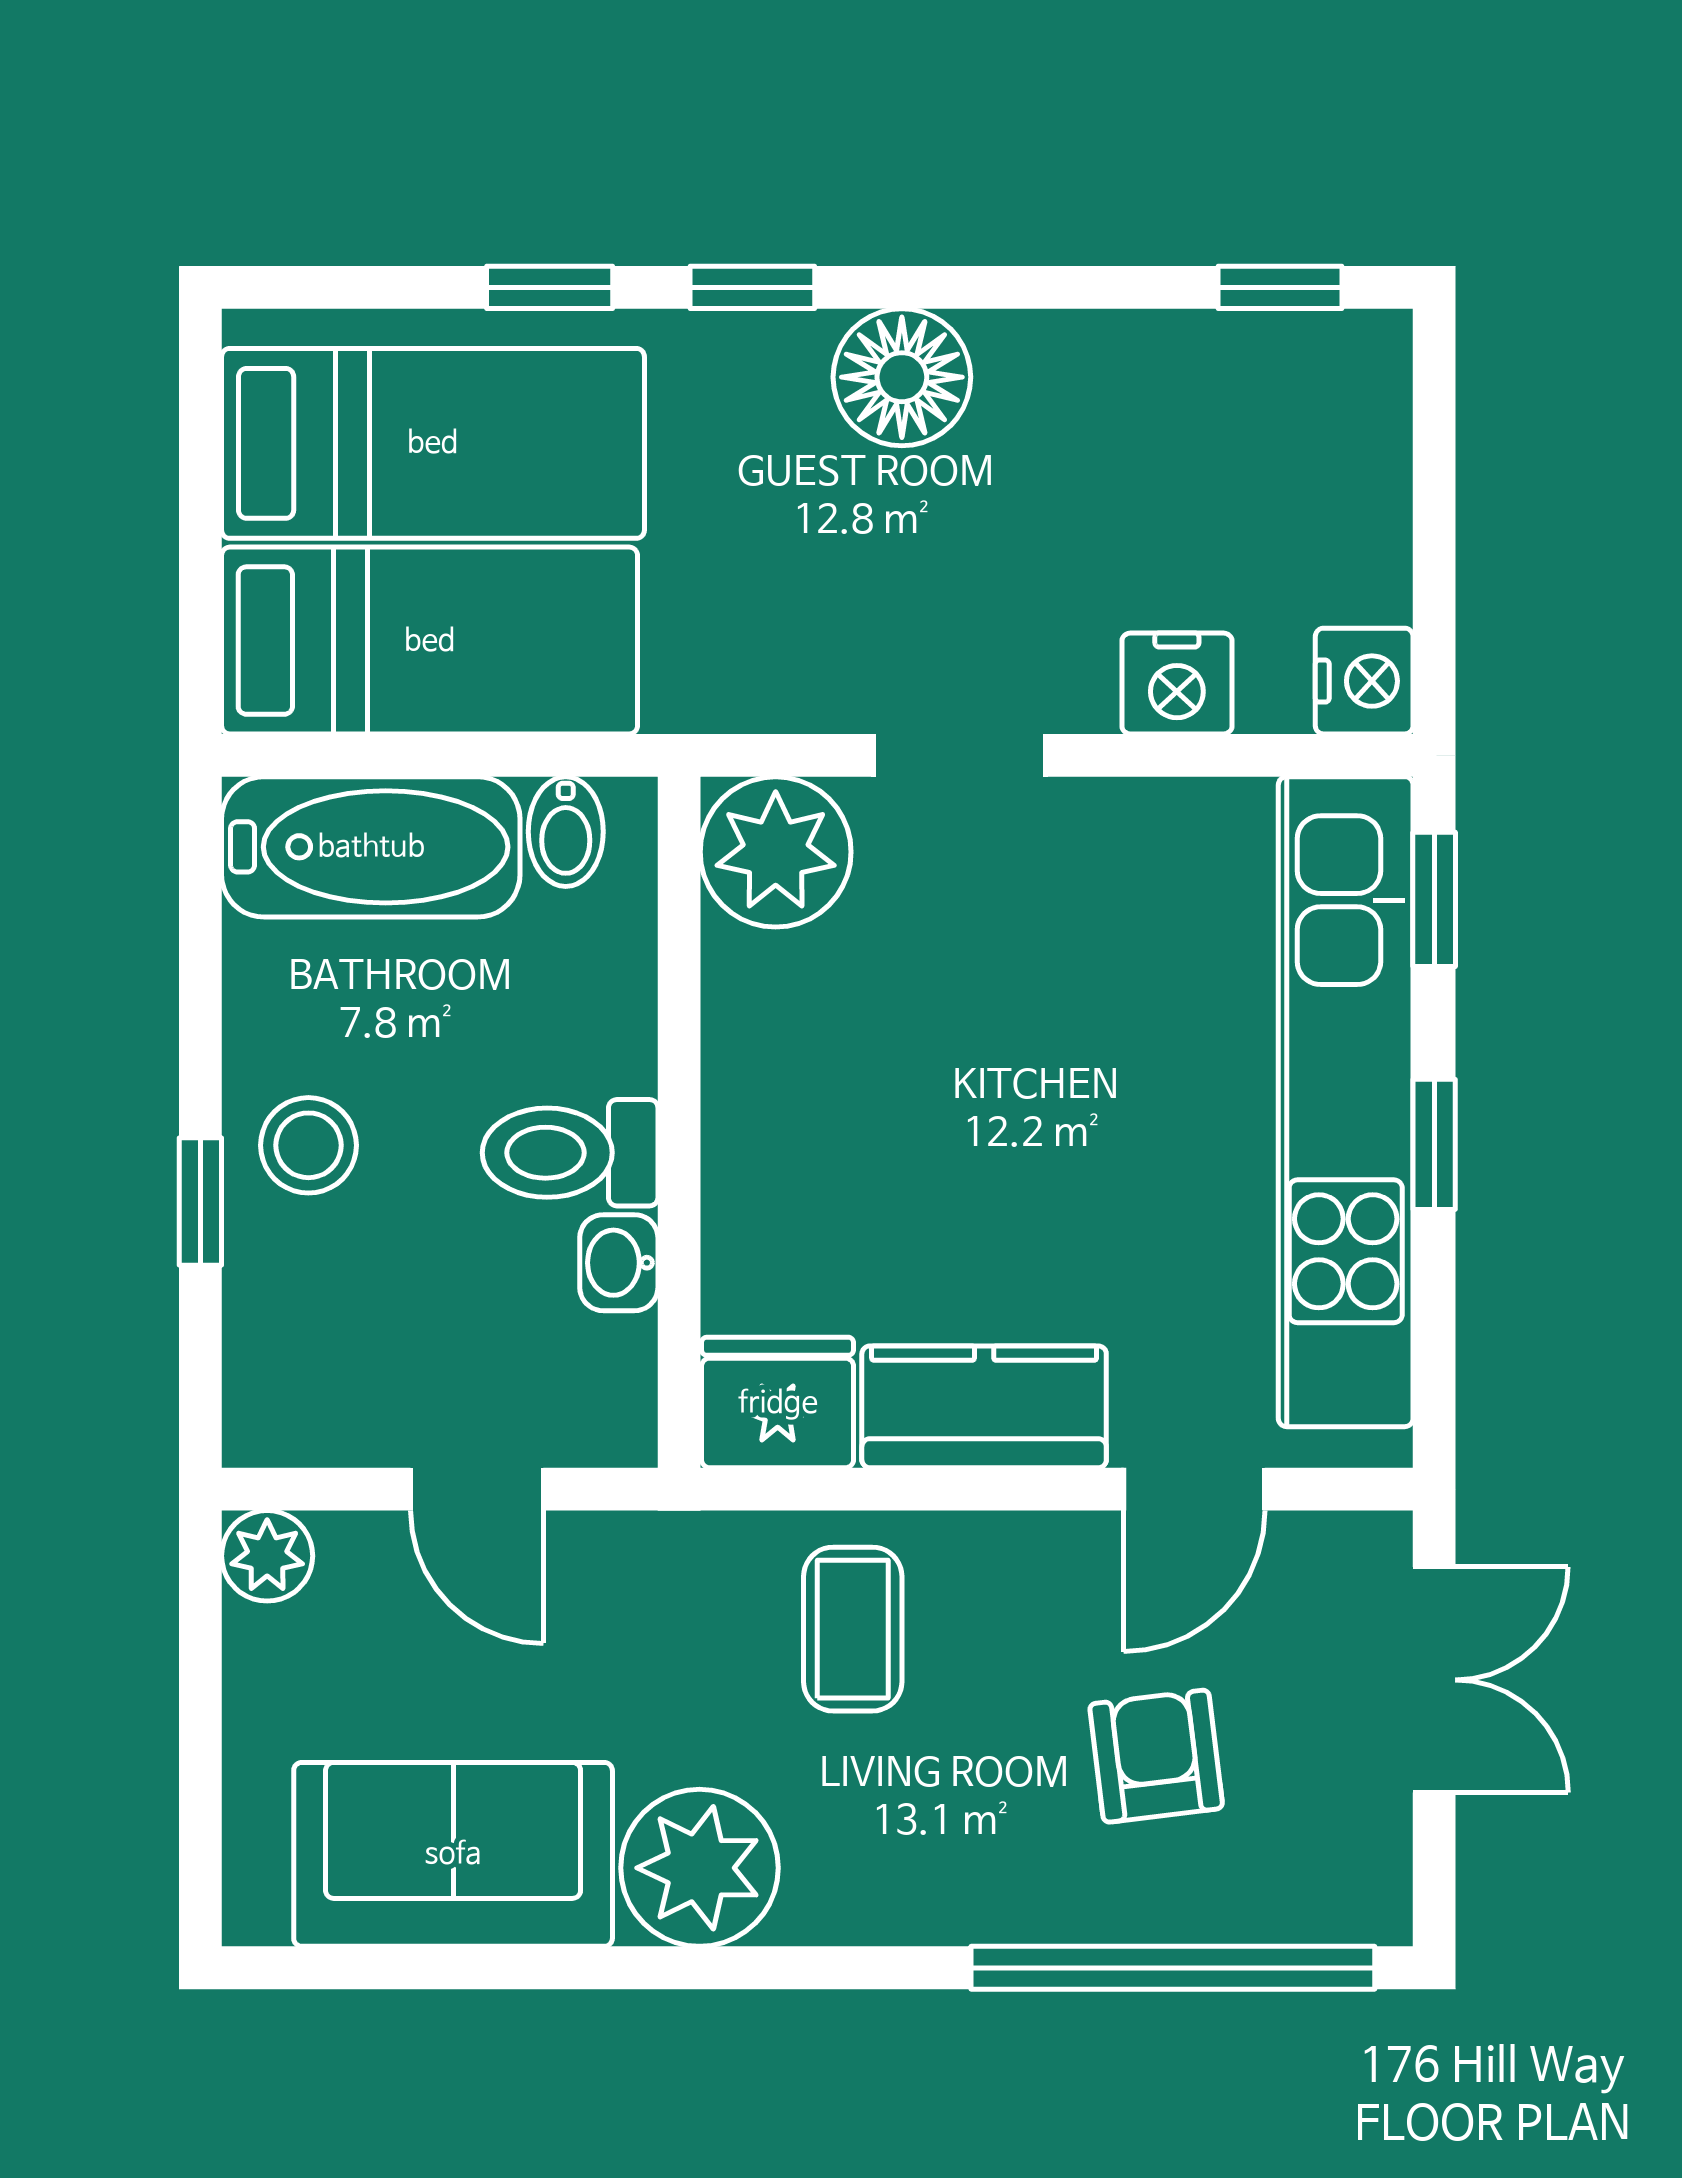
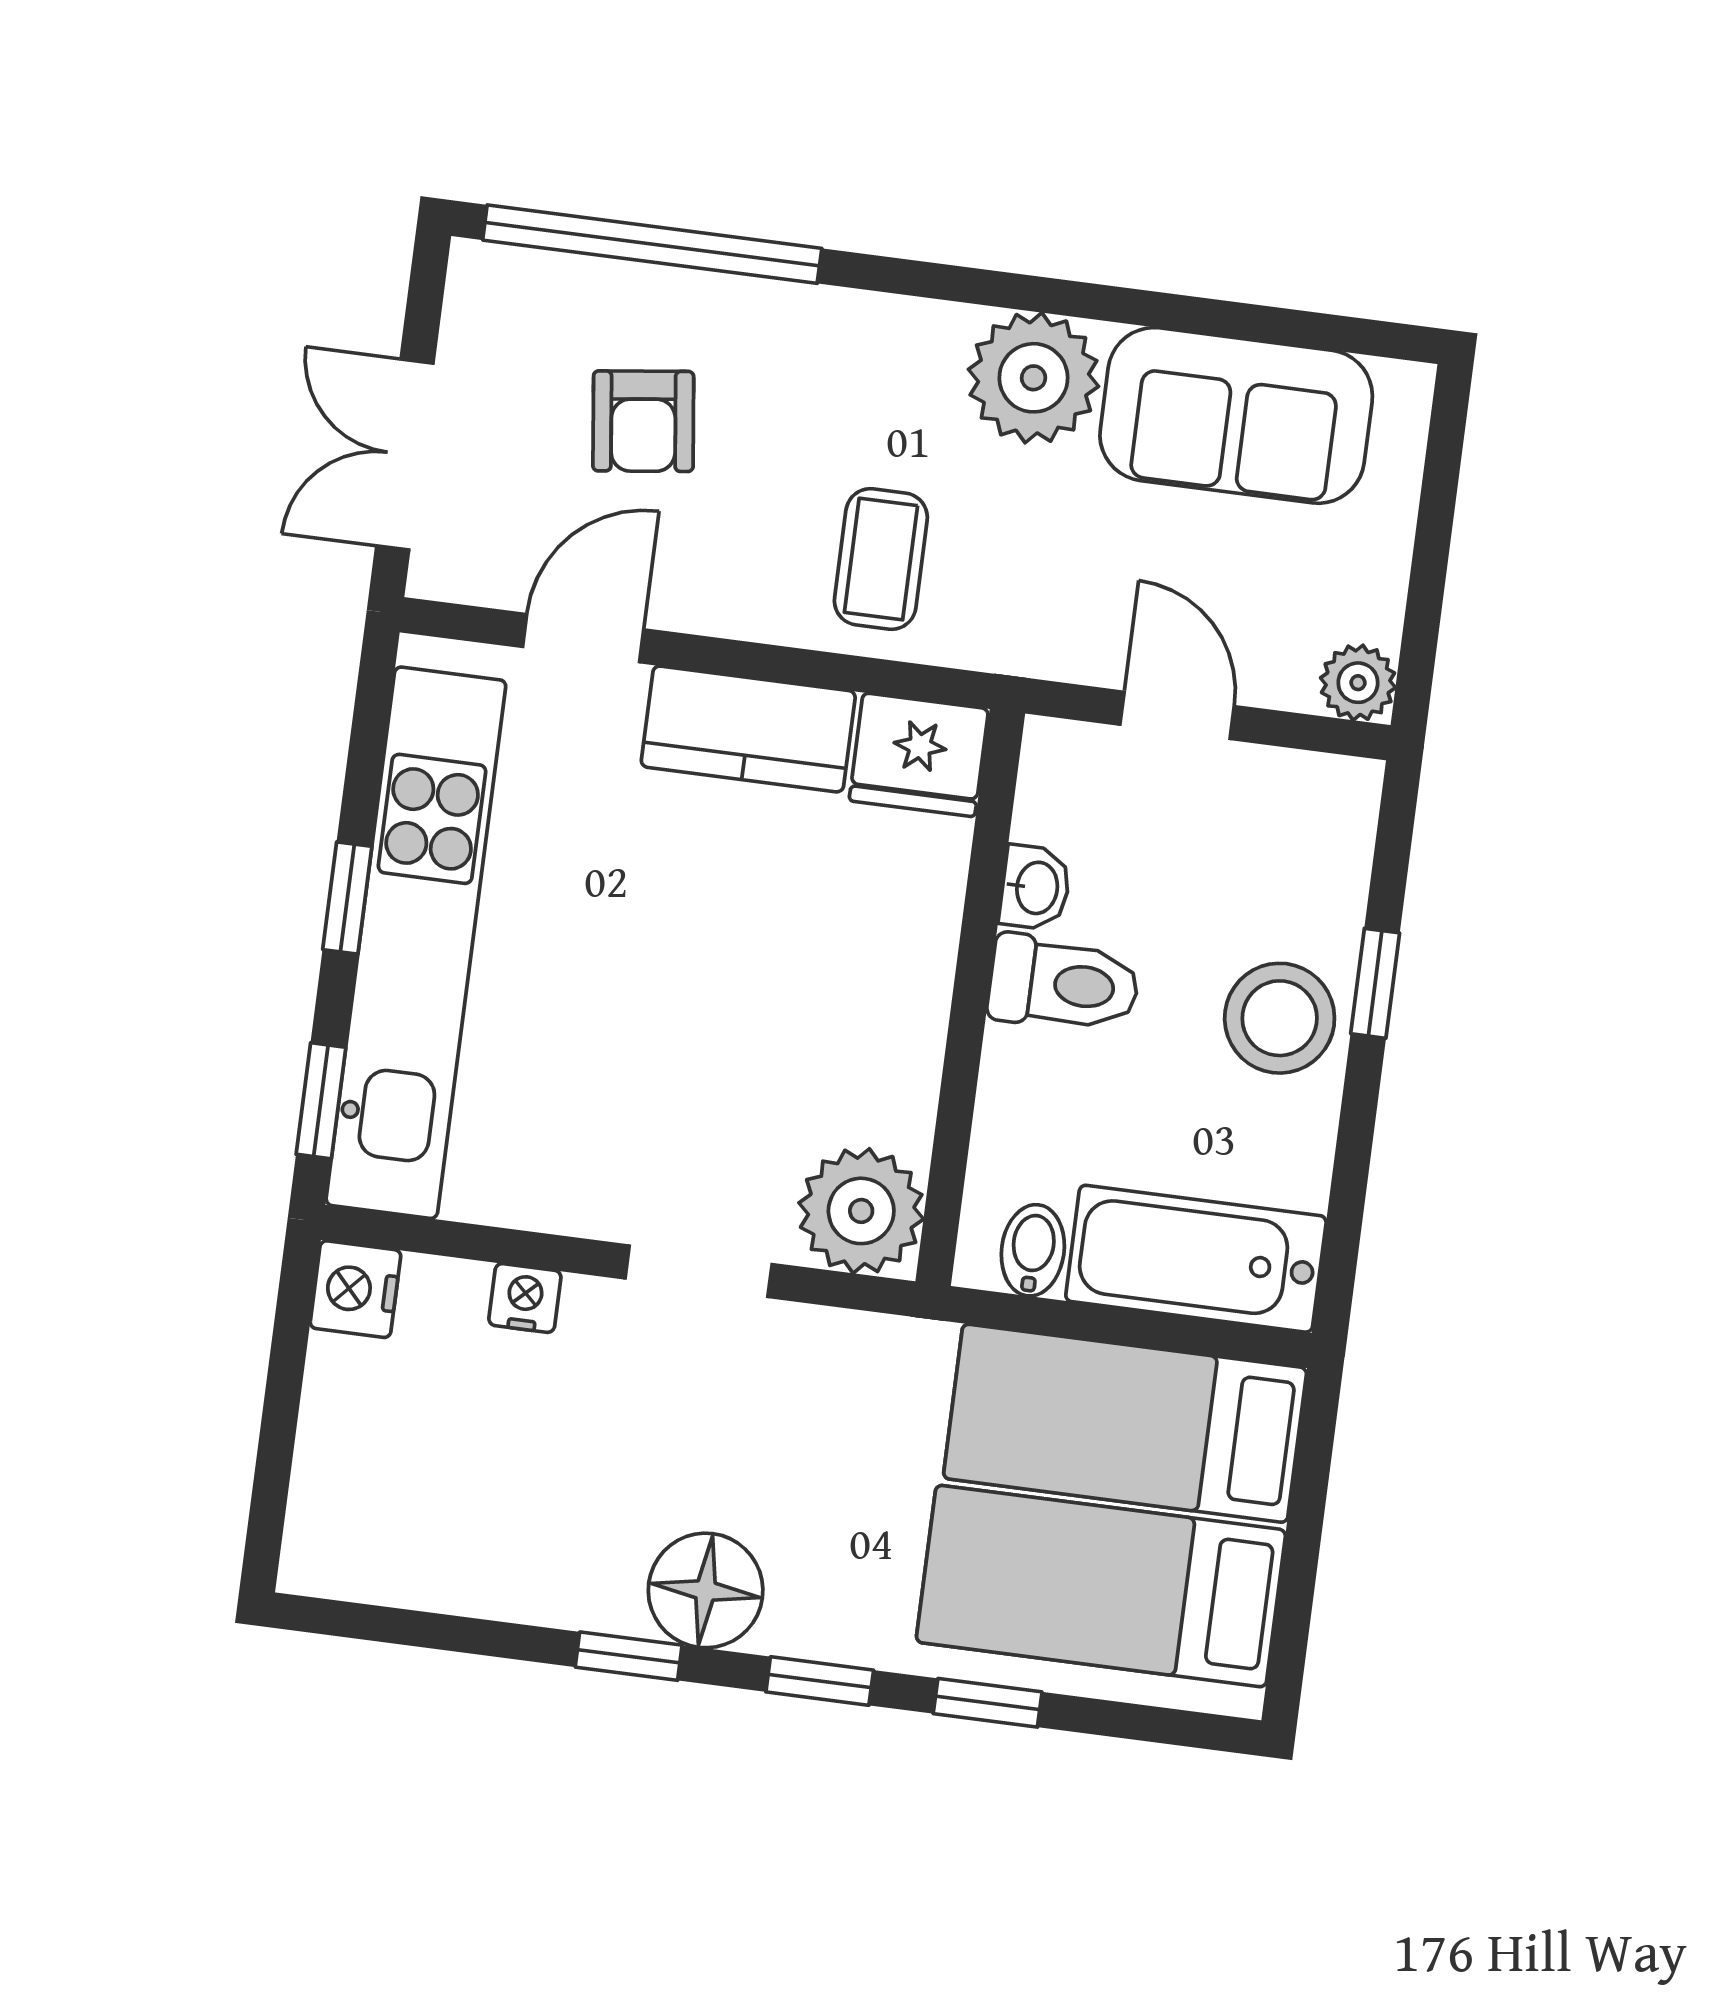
window: (1280, 287) -> (629, 1656), moved
nightstand: (1177, 683) -> (525, 1298), width x0.72, depth x0.74
stool: (308, 1145) -> (1280, 1018), width x1.38, depth x1.38

